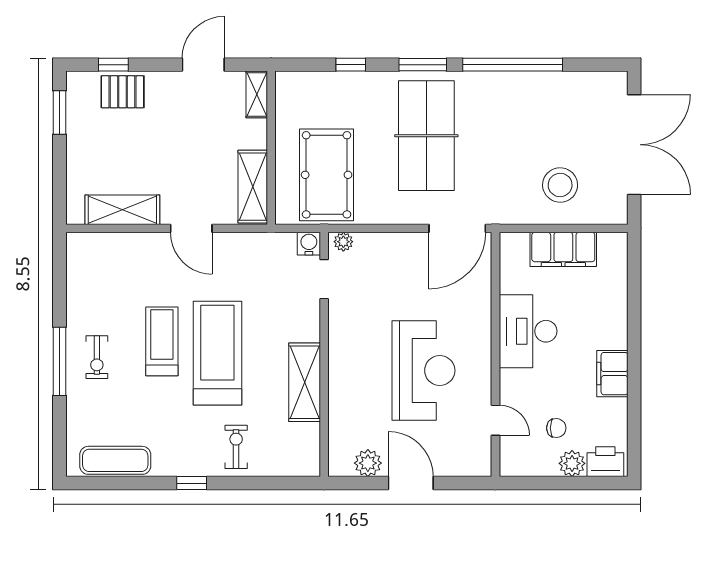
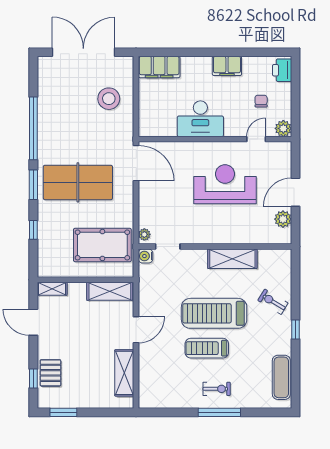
filing cabinet: (563, 249) -> (159, 67), moved, turned 90
exercise bike: (236, 447) -> (273, 302), turned 31
plant: (572, 463) -> (283, 128), moved

